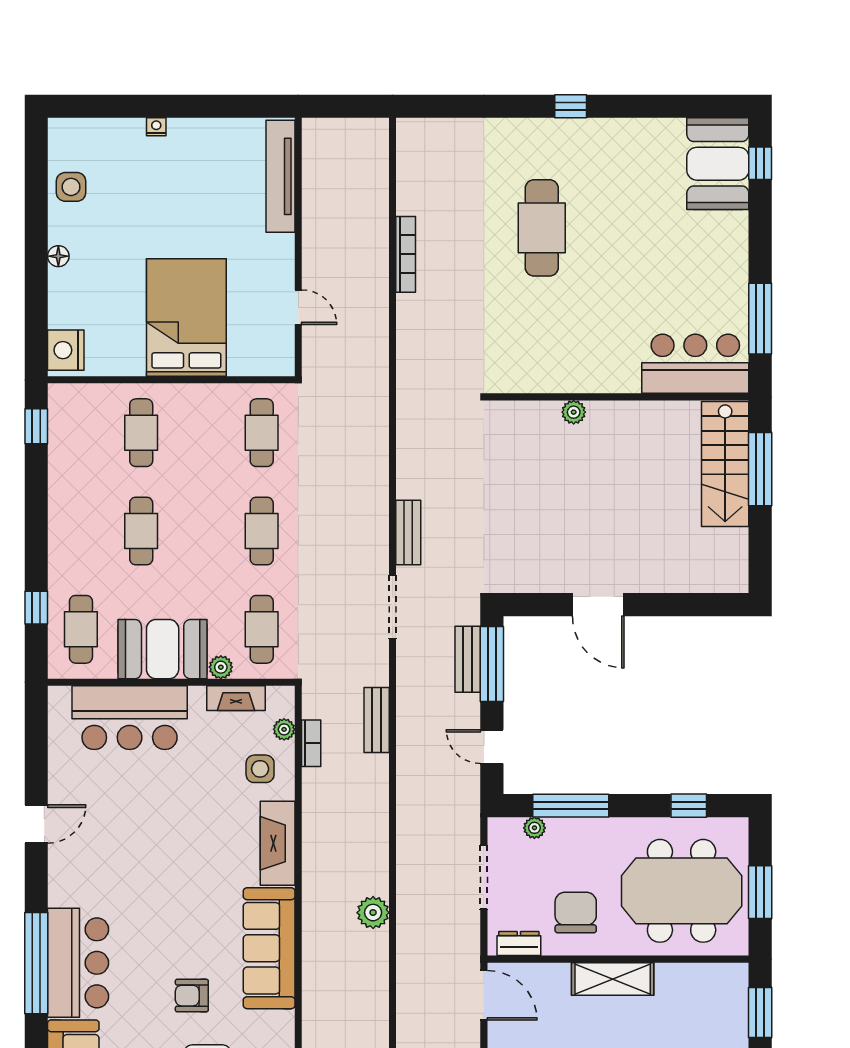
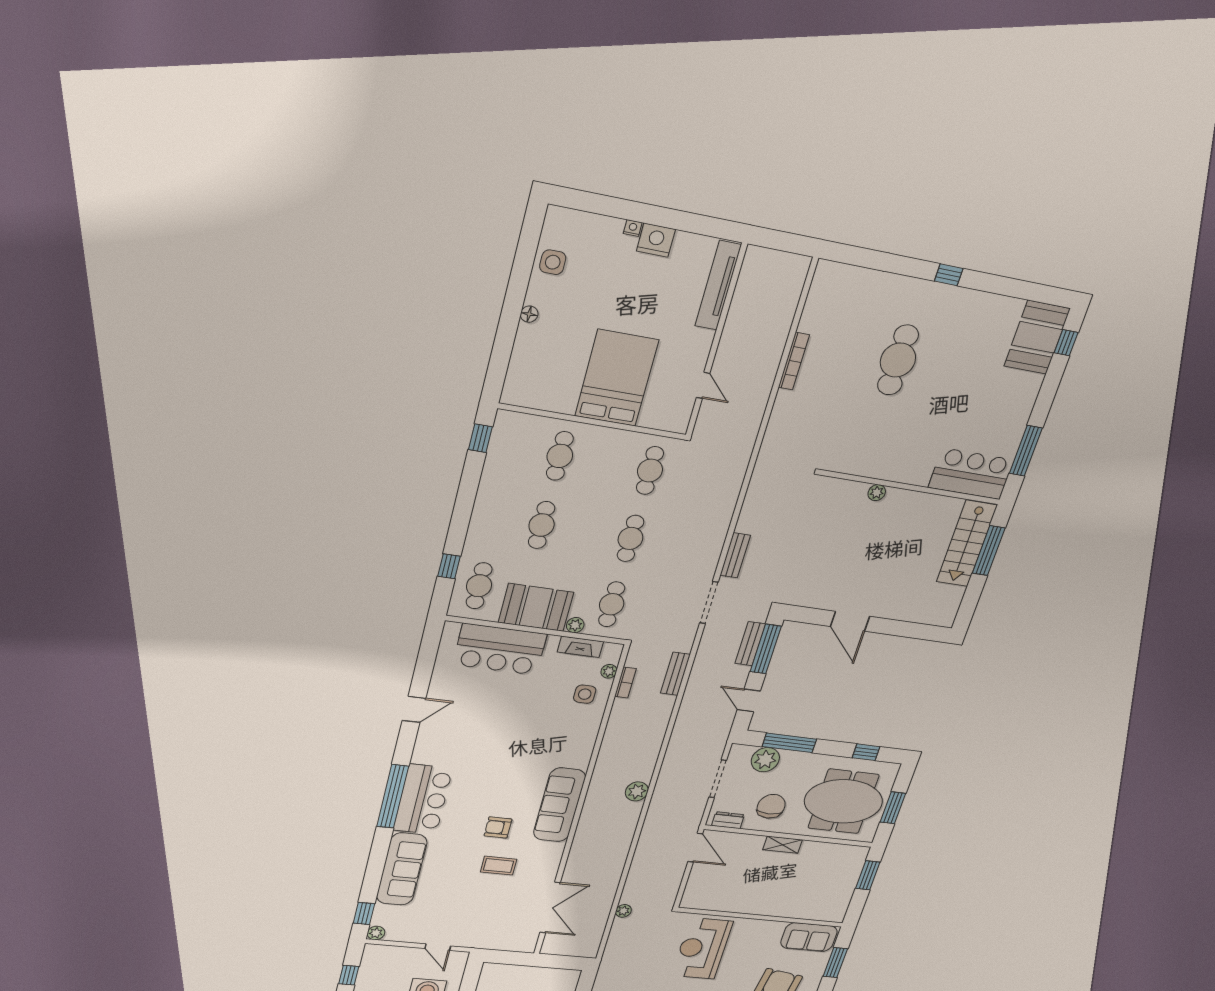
nightstand: (66, 350) -> (656, 240), moved, turned 90
plant: (534, 828) -> (765, 760), width x1.88, depth x1.88
fireplace: (278, 843) -> (584, 742), removed
shelving: (613, 979) -> (783, 845), width x0.67, depth x0.75

